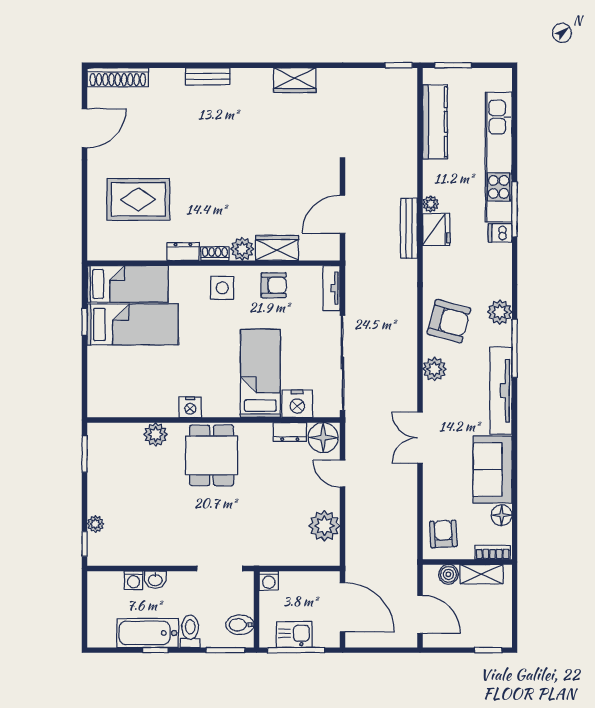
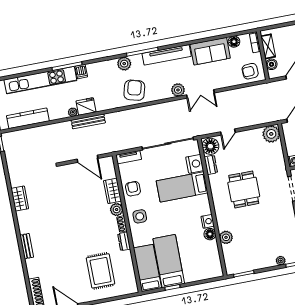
plant: (434, 369) -> (178, 90), moved
floor lamp: (167, 407) -> (210, 234), added
dining table: (212, 455) -> (244, 189), moved, turned 90
plant: (324, 526) -> (271, 134), moved

